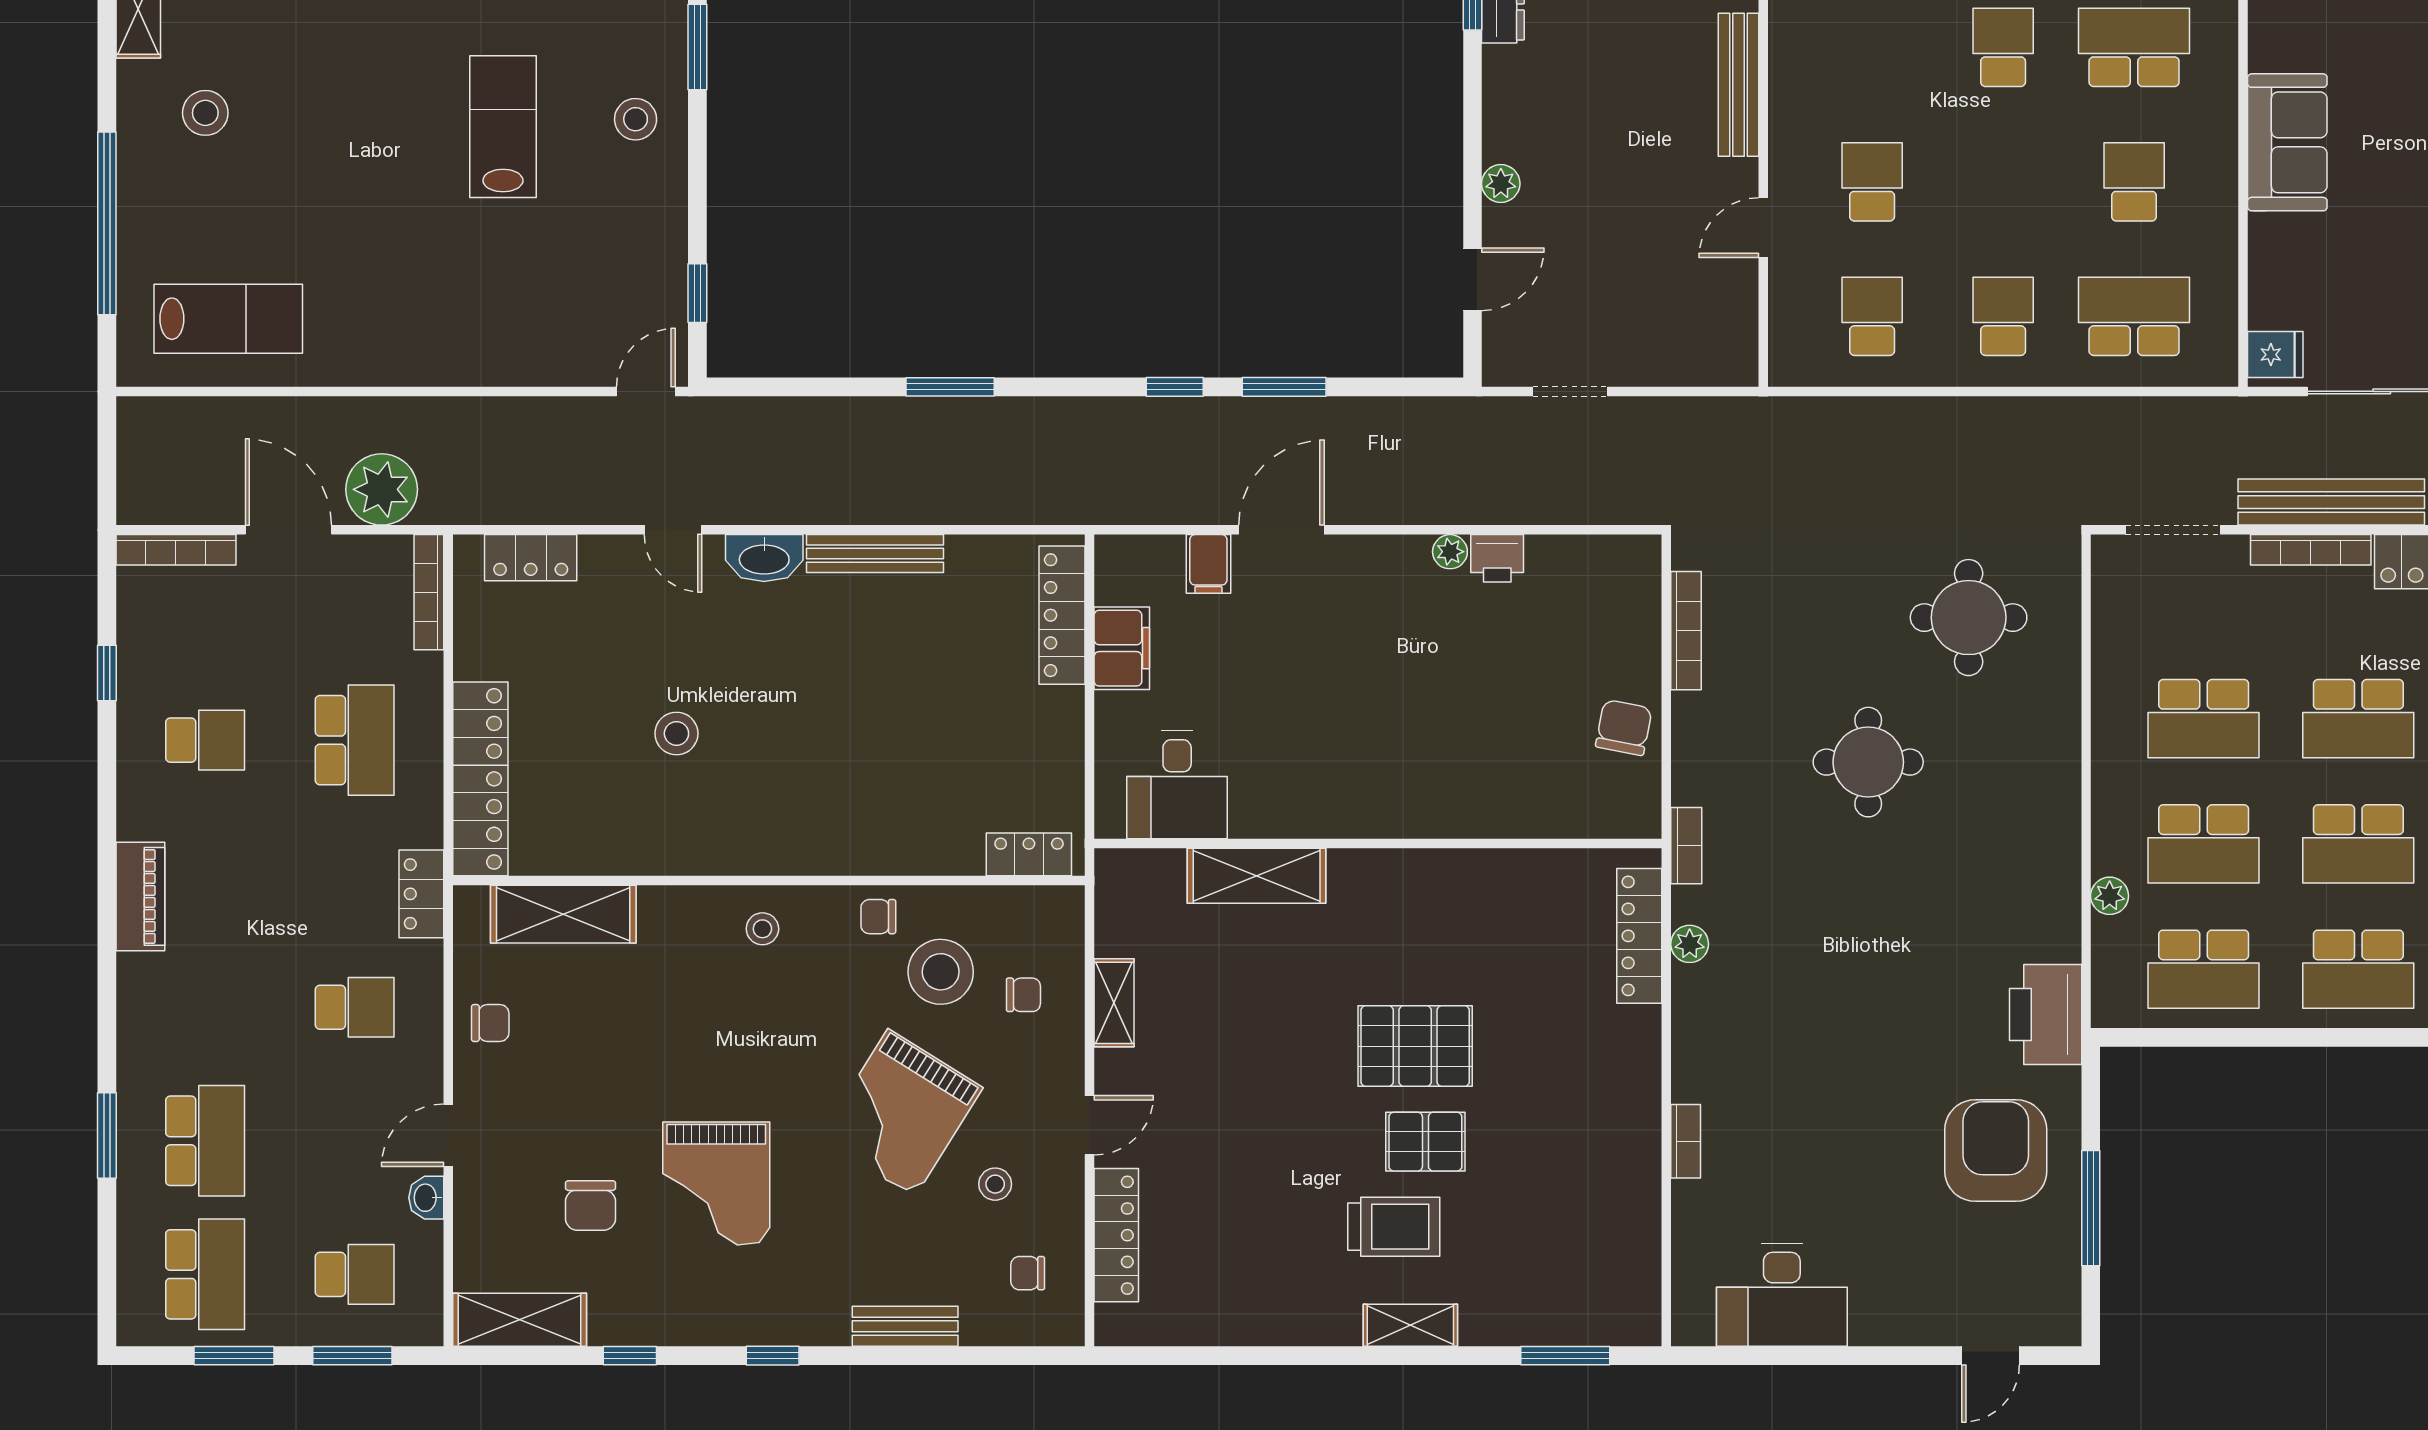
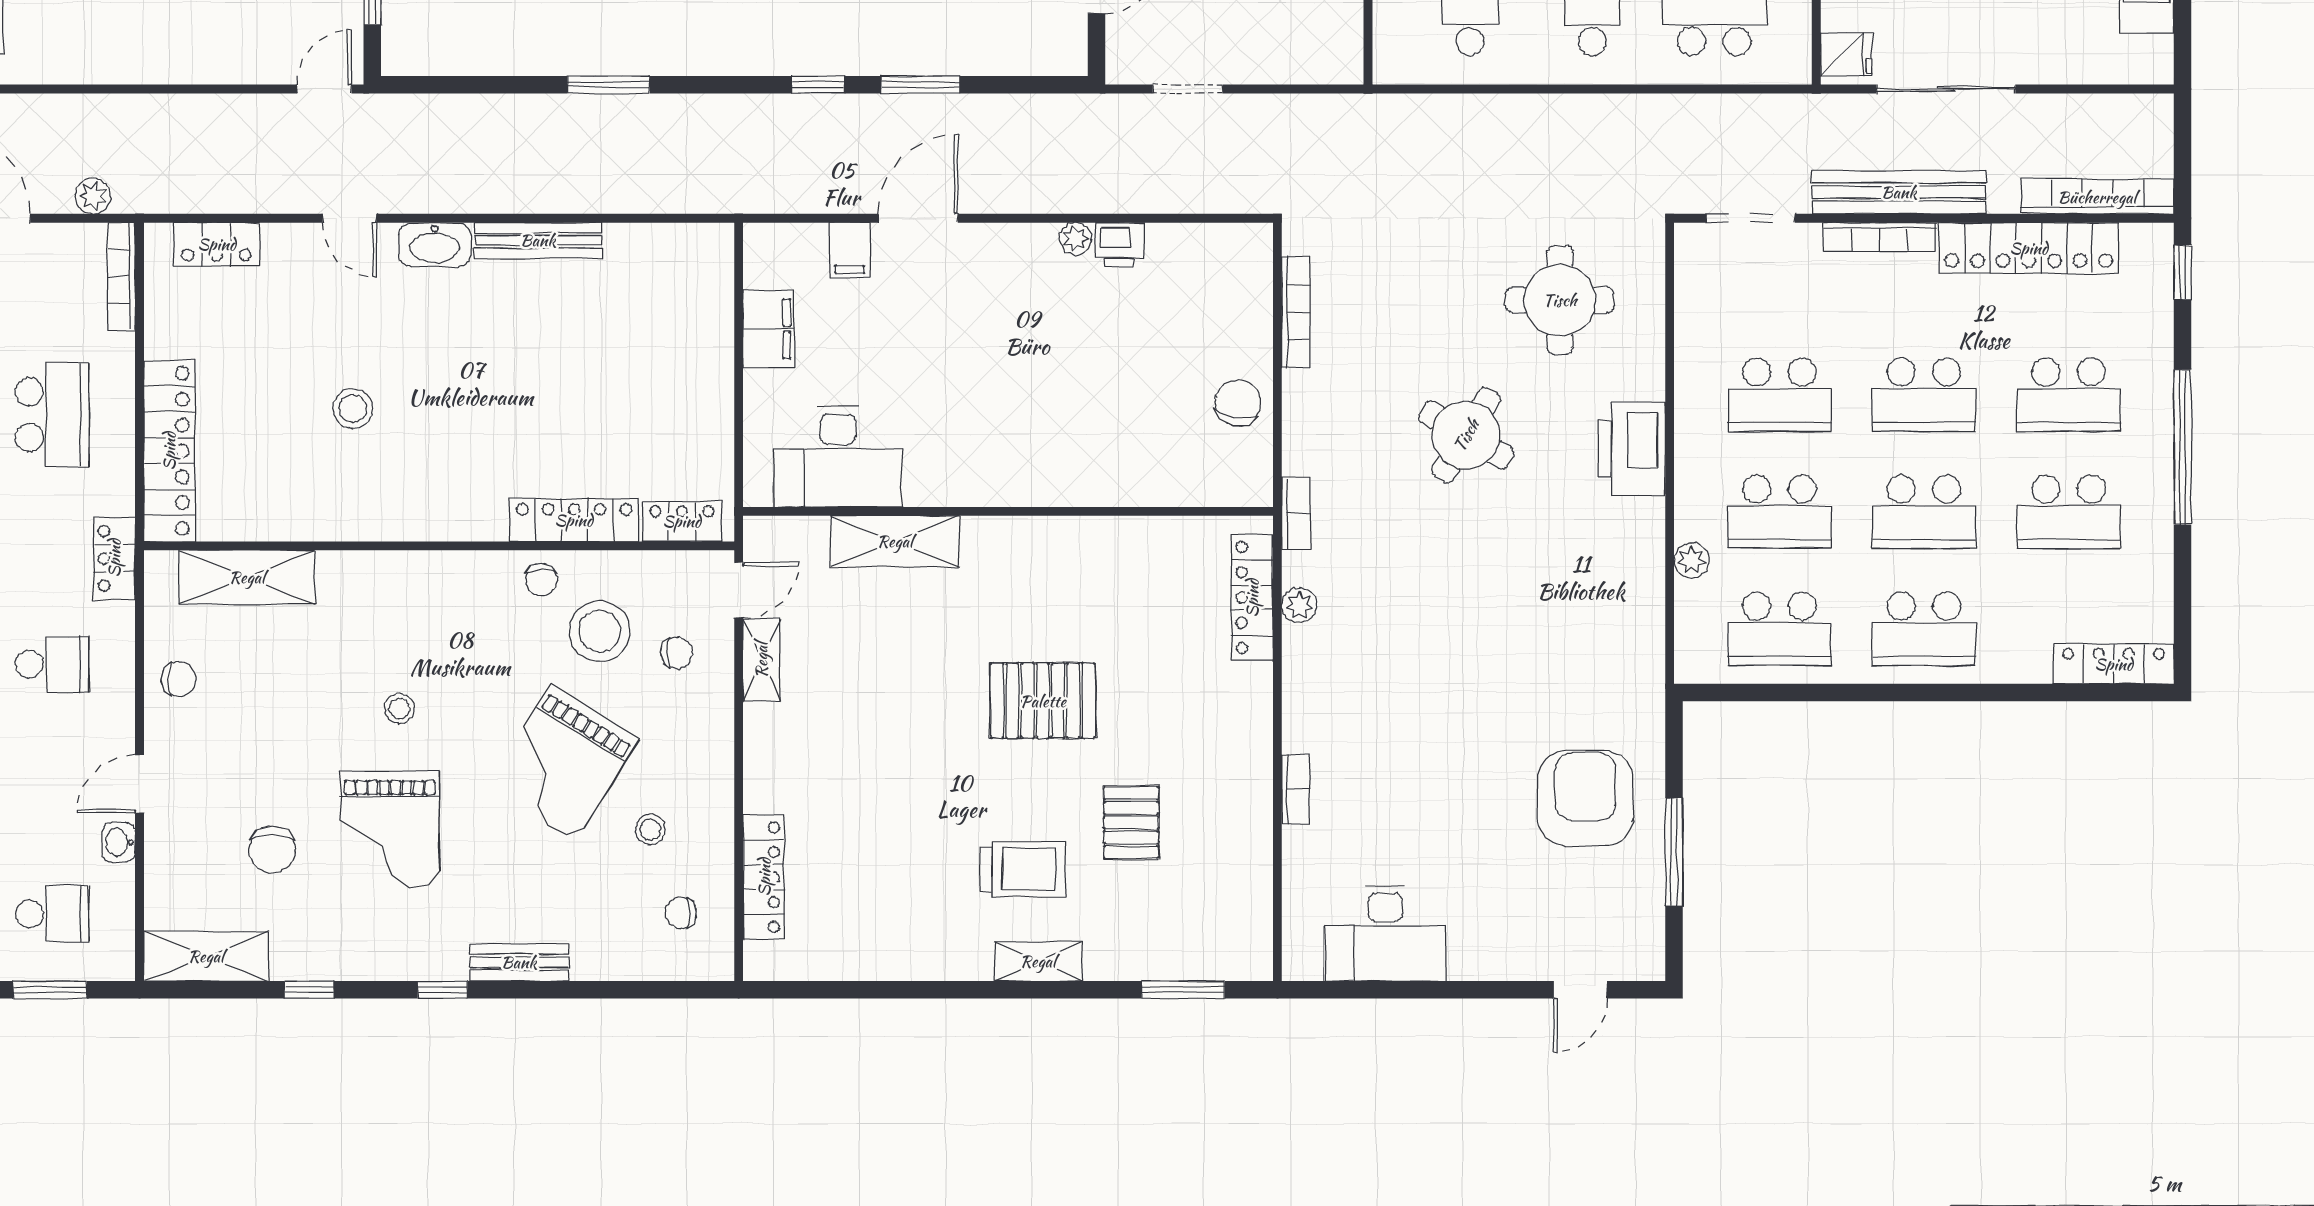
plant: (382, 489) -> (93, 196), width x0.53, depth x0.53
locker: (1062, 615) -> (574, 520), moved, turned 90
round table: (1868, 762) -> (1466, 435), turned 31
desk: (1177, 785) -> (838, 457), width x1.37
chair: (878, 917) -> (541, 580), turned -90
stool: (762, 929) -> (400, 709), moved
printer: (2046, 1014) -> (1632, 448), moved
door: (1090, 1125) -> (739, 590), moved
pallet: (1425, 1142) -> (1131, 823), moved, turned 90
bench: (905, 1326) -> (519, 962), moved

